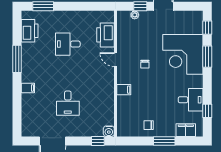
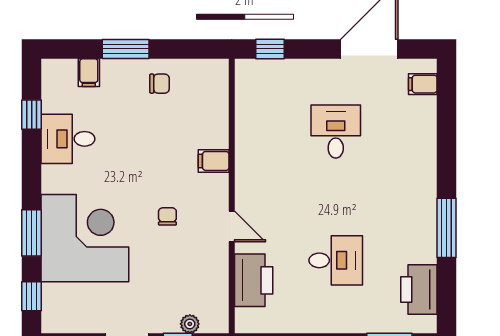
filing cabinet: (28, 88) -> (423, 84), moved
filing cabinet: (186, 130) -> (89, 73), width x0.50
water cooler: (109, 131) -> (246, 70), removed

